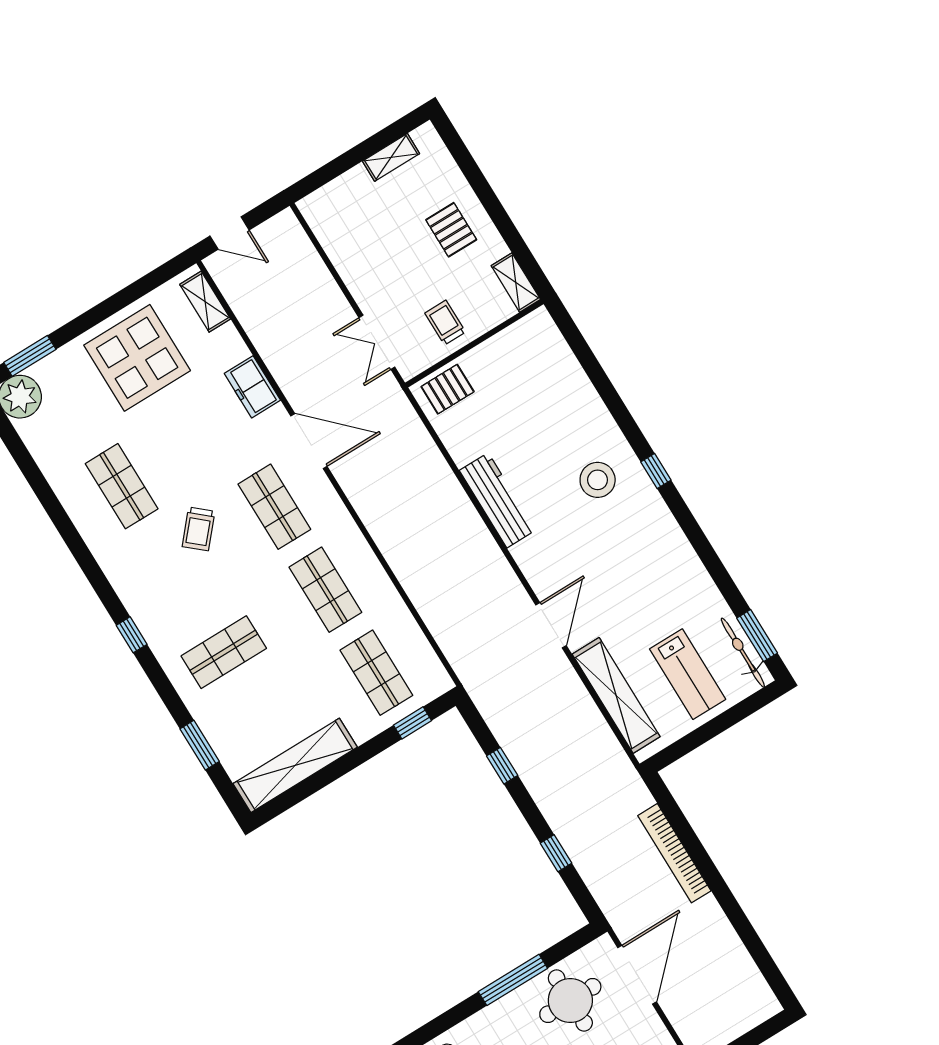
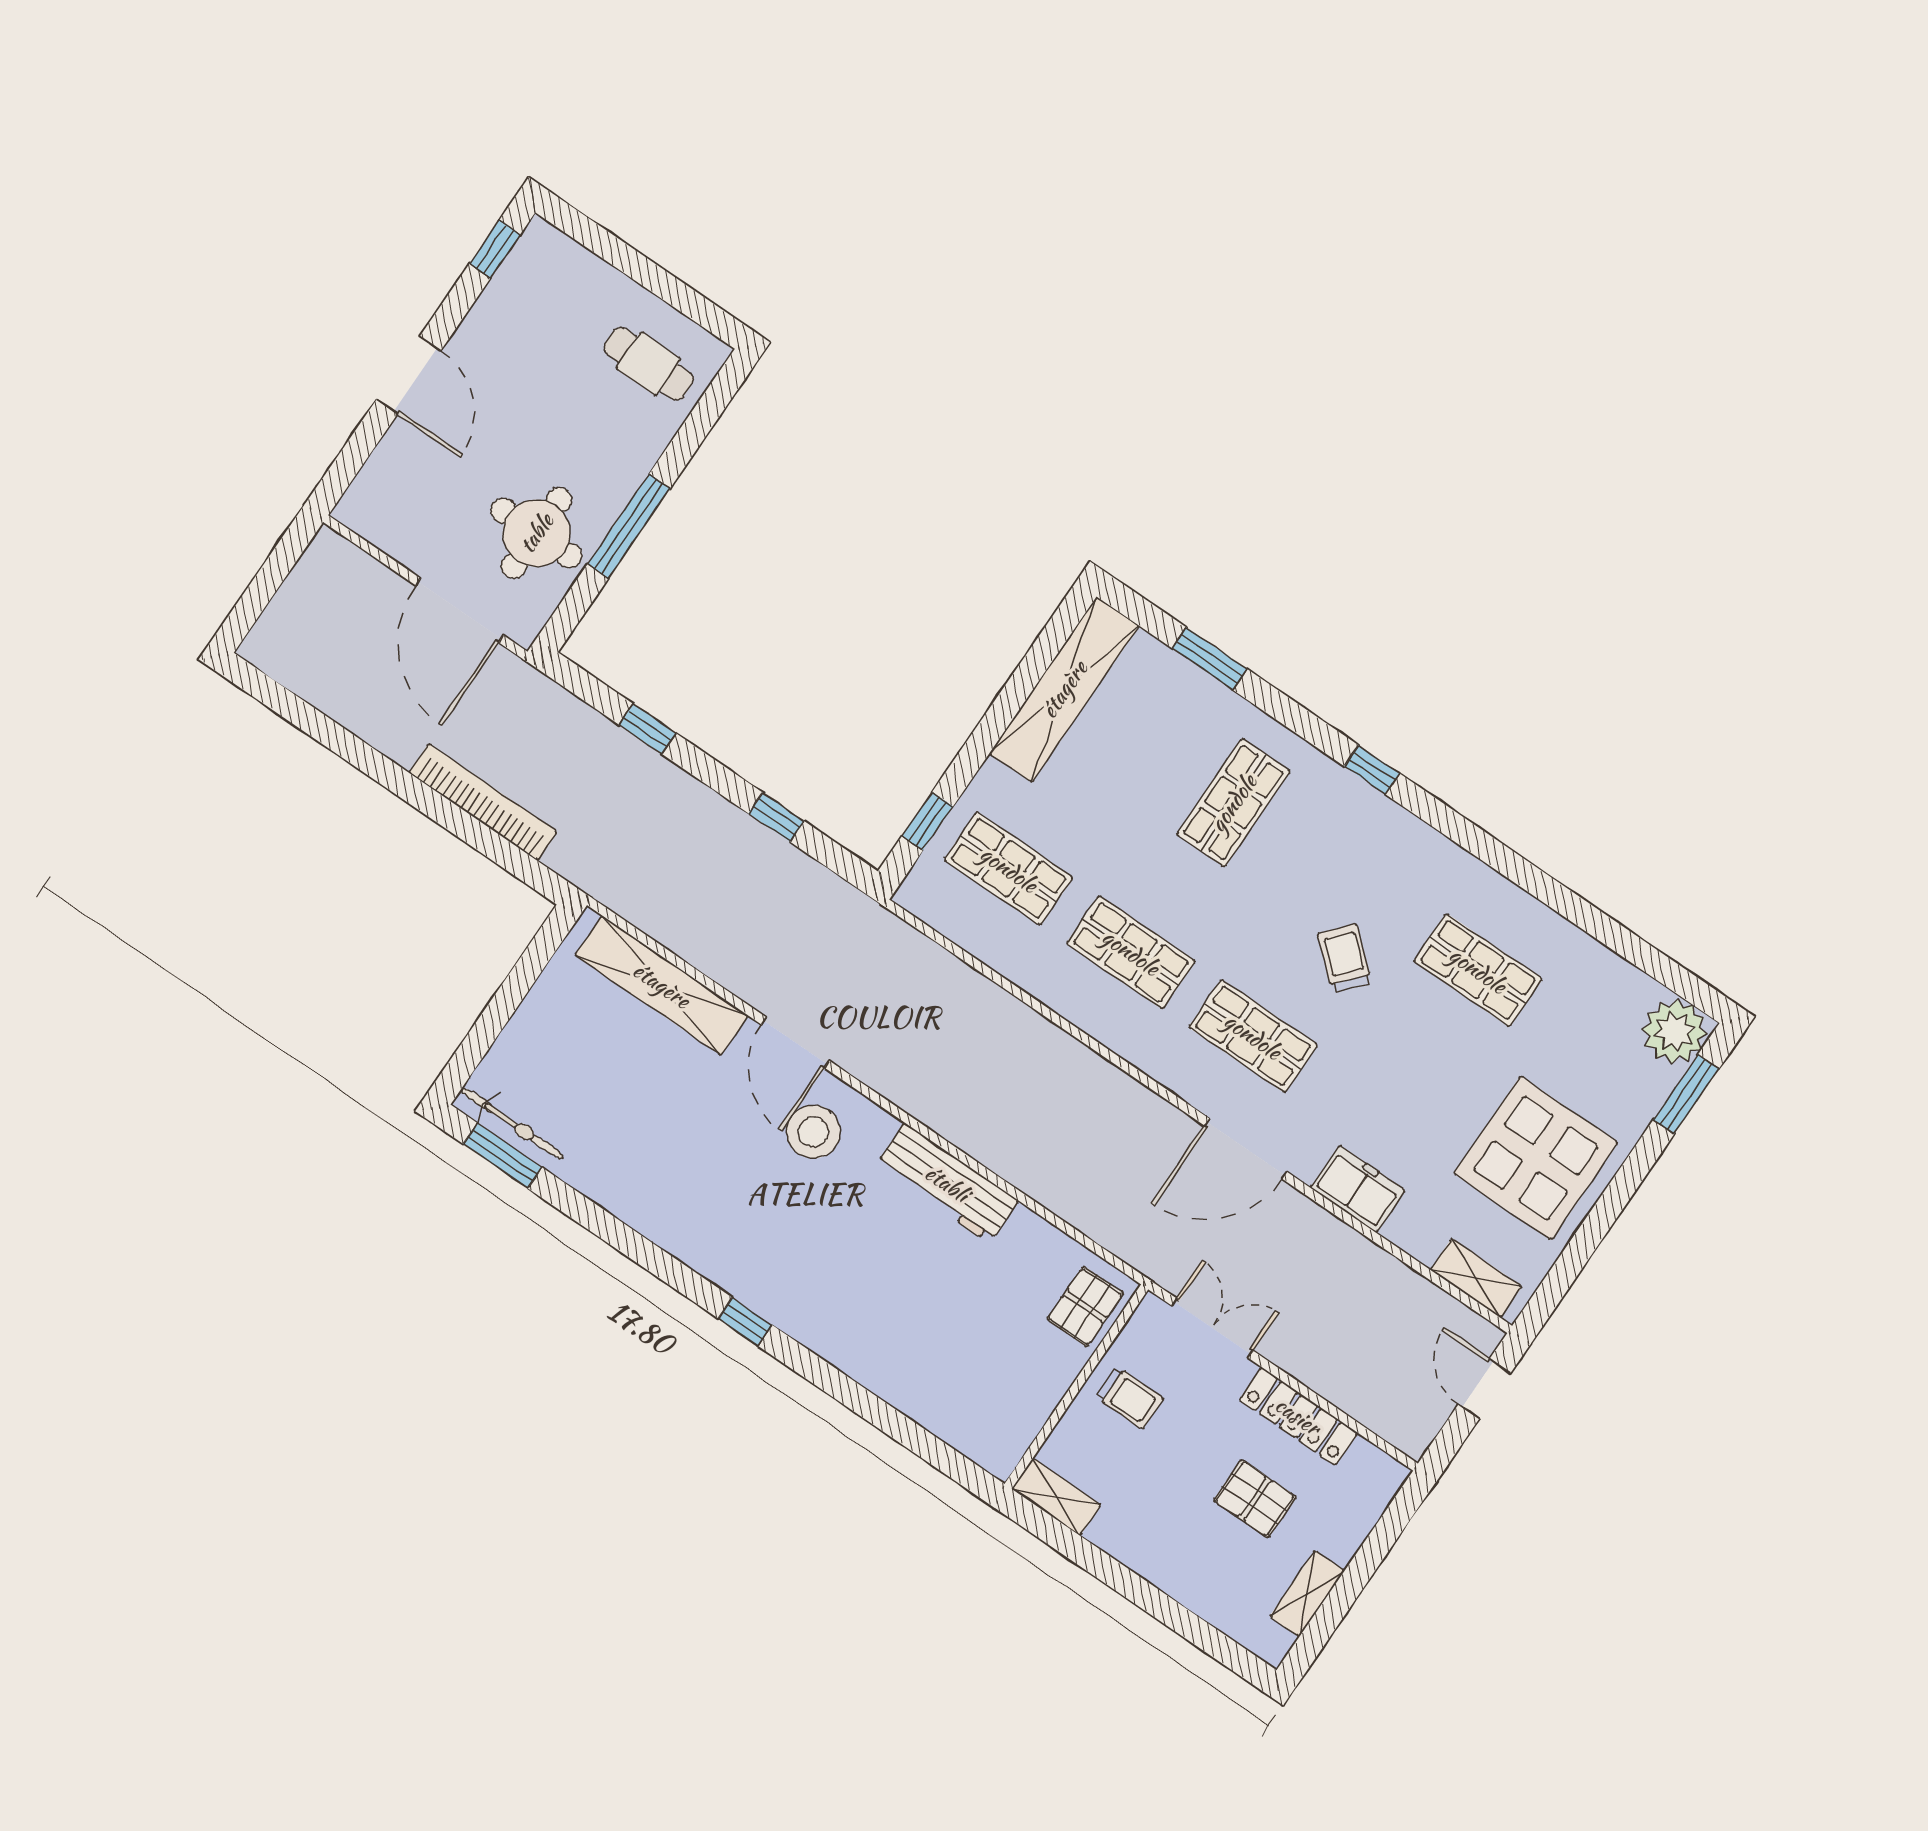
pallet: (451, 230) -> (1255, 1499), moved
door: (230, 233) -> (1485, 1389), hinge flipped
locker: (349, 266) -> (1298, 1416), added
stool: (598, 480) -> (813, 1132), moved
lab bench: (688, 674) -> (575, 1059), removed

